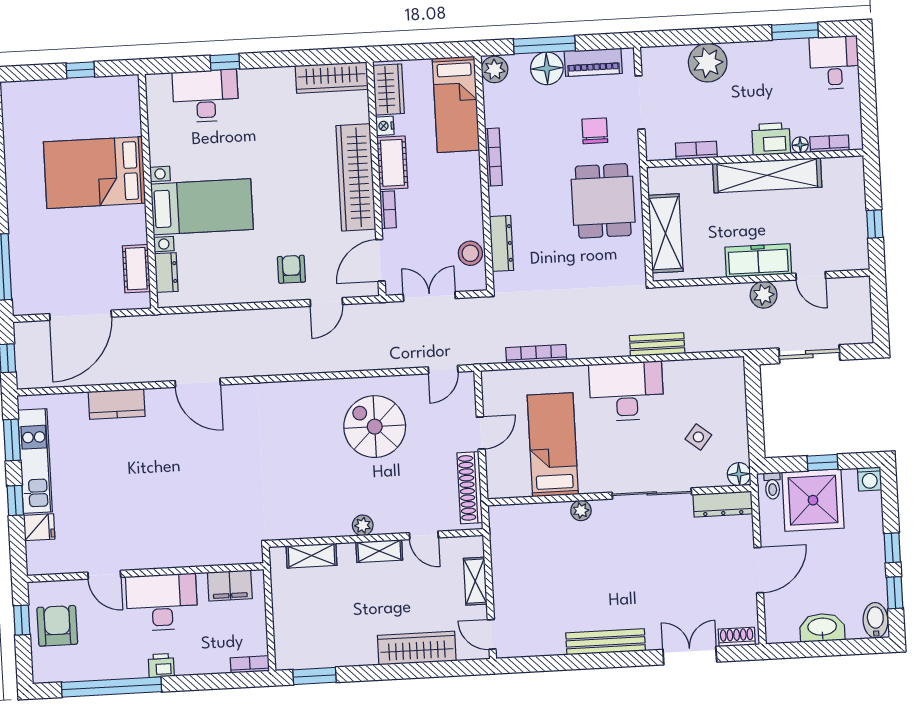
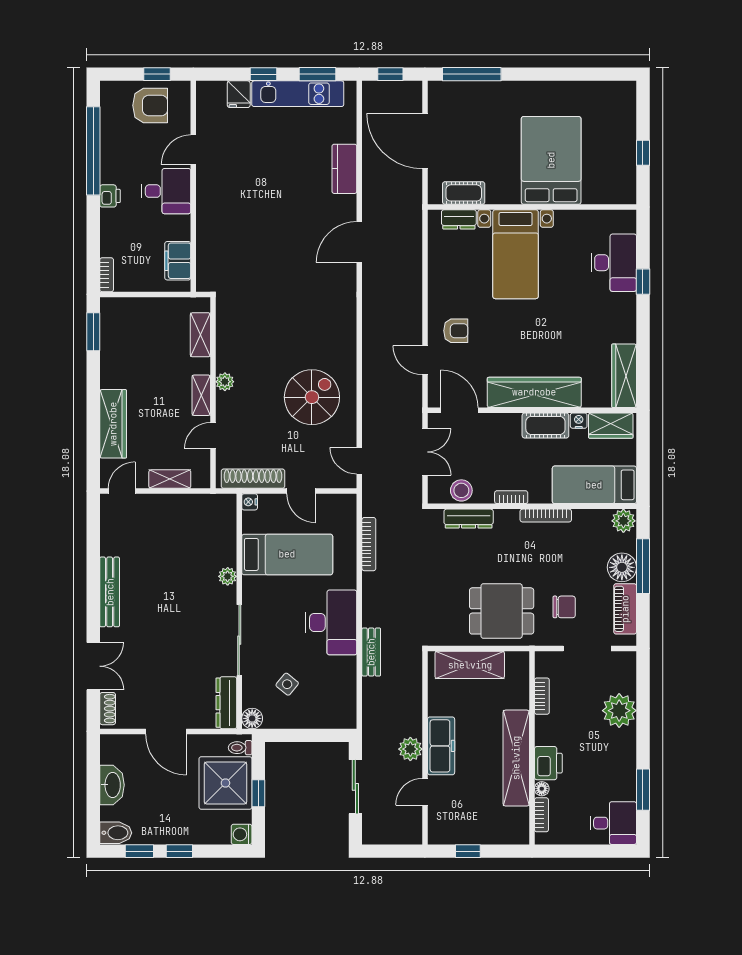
bookcase: (388, 210) -> (511, 497), moved, turned 180
nightstand: (496, 490) -> (250, 502), added
desk: (162, 602) -> (166, 191), width x0.73

